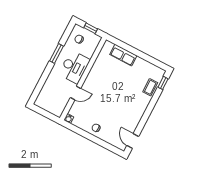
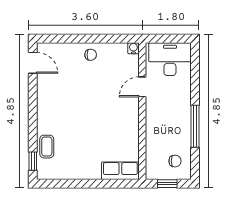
window: (56, 54) -> (195, 126), width x1.44
row of seats: (123, 55) -> (120, 171), moved
desk: (74, 67) -> (170, 59), moved, turned 90

